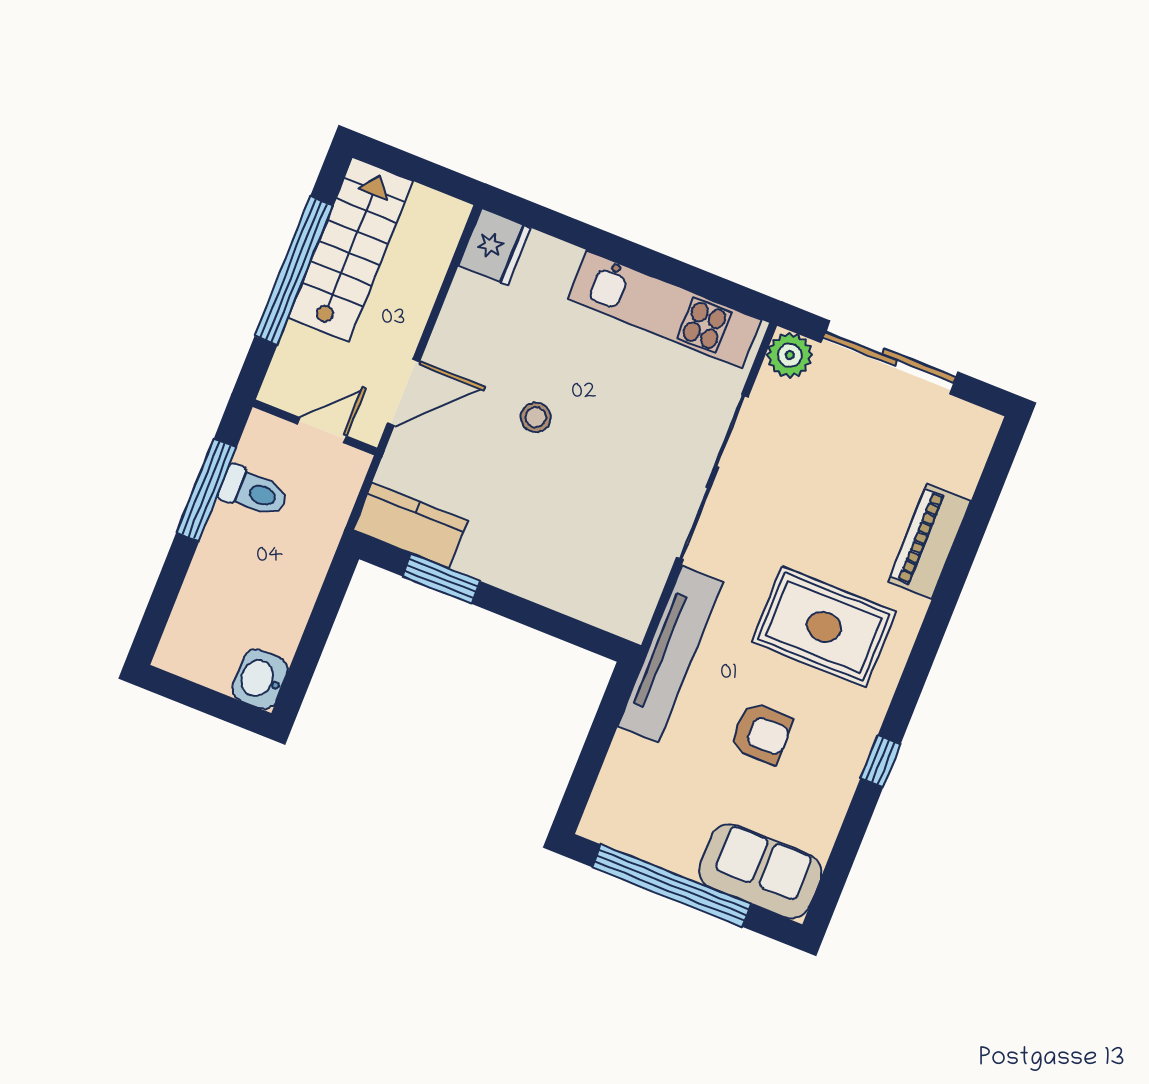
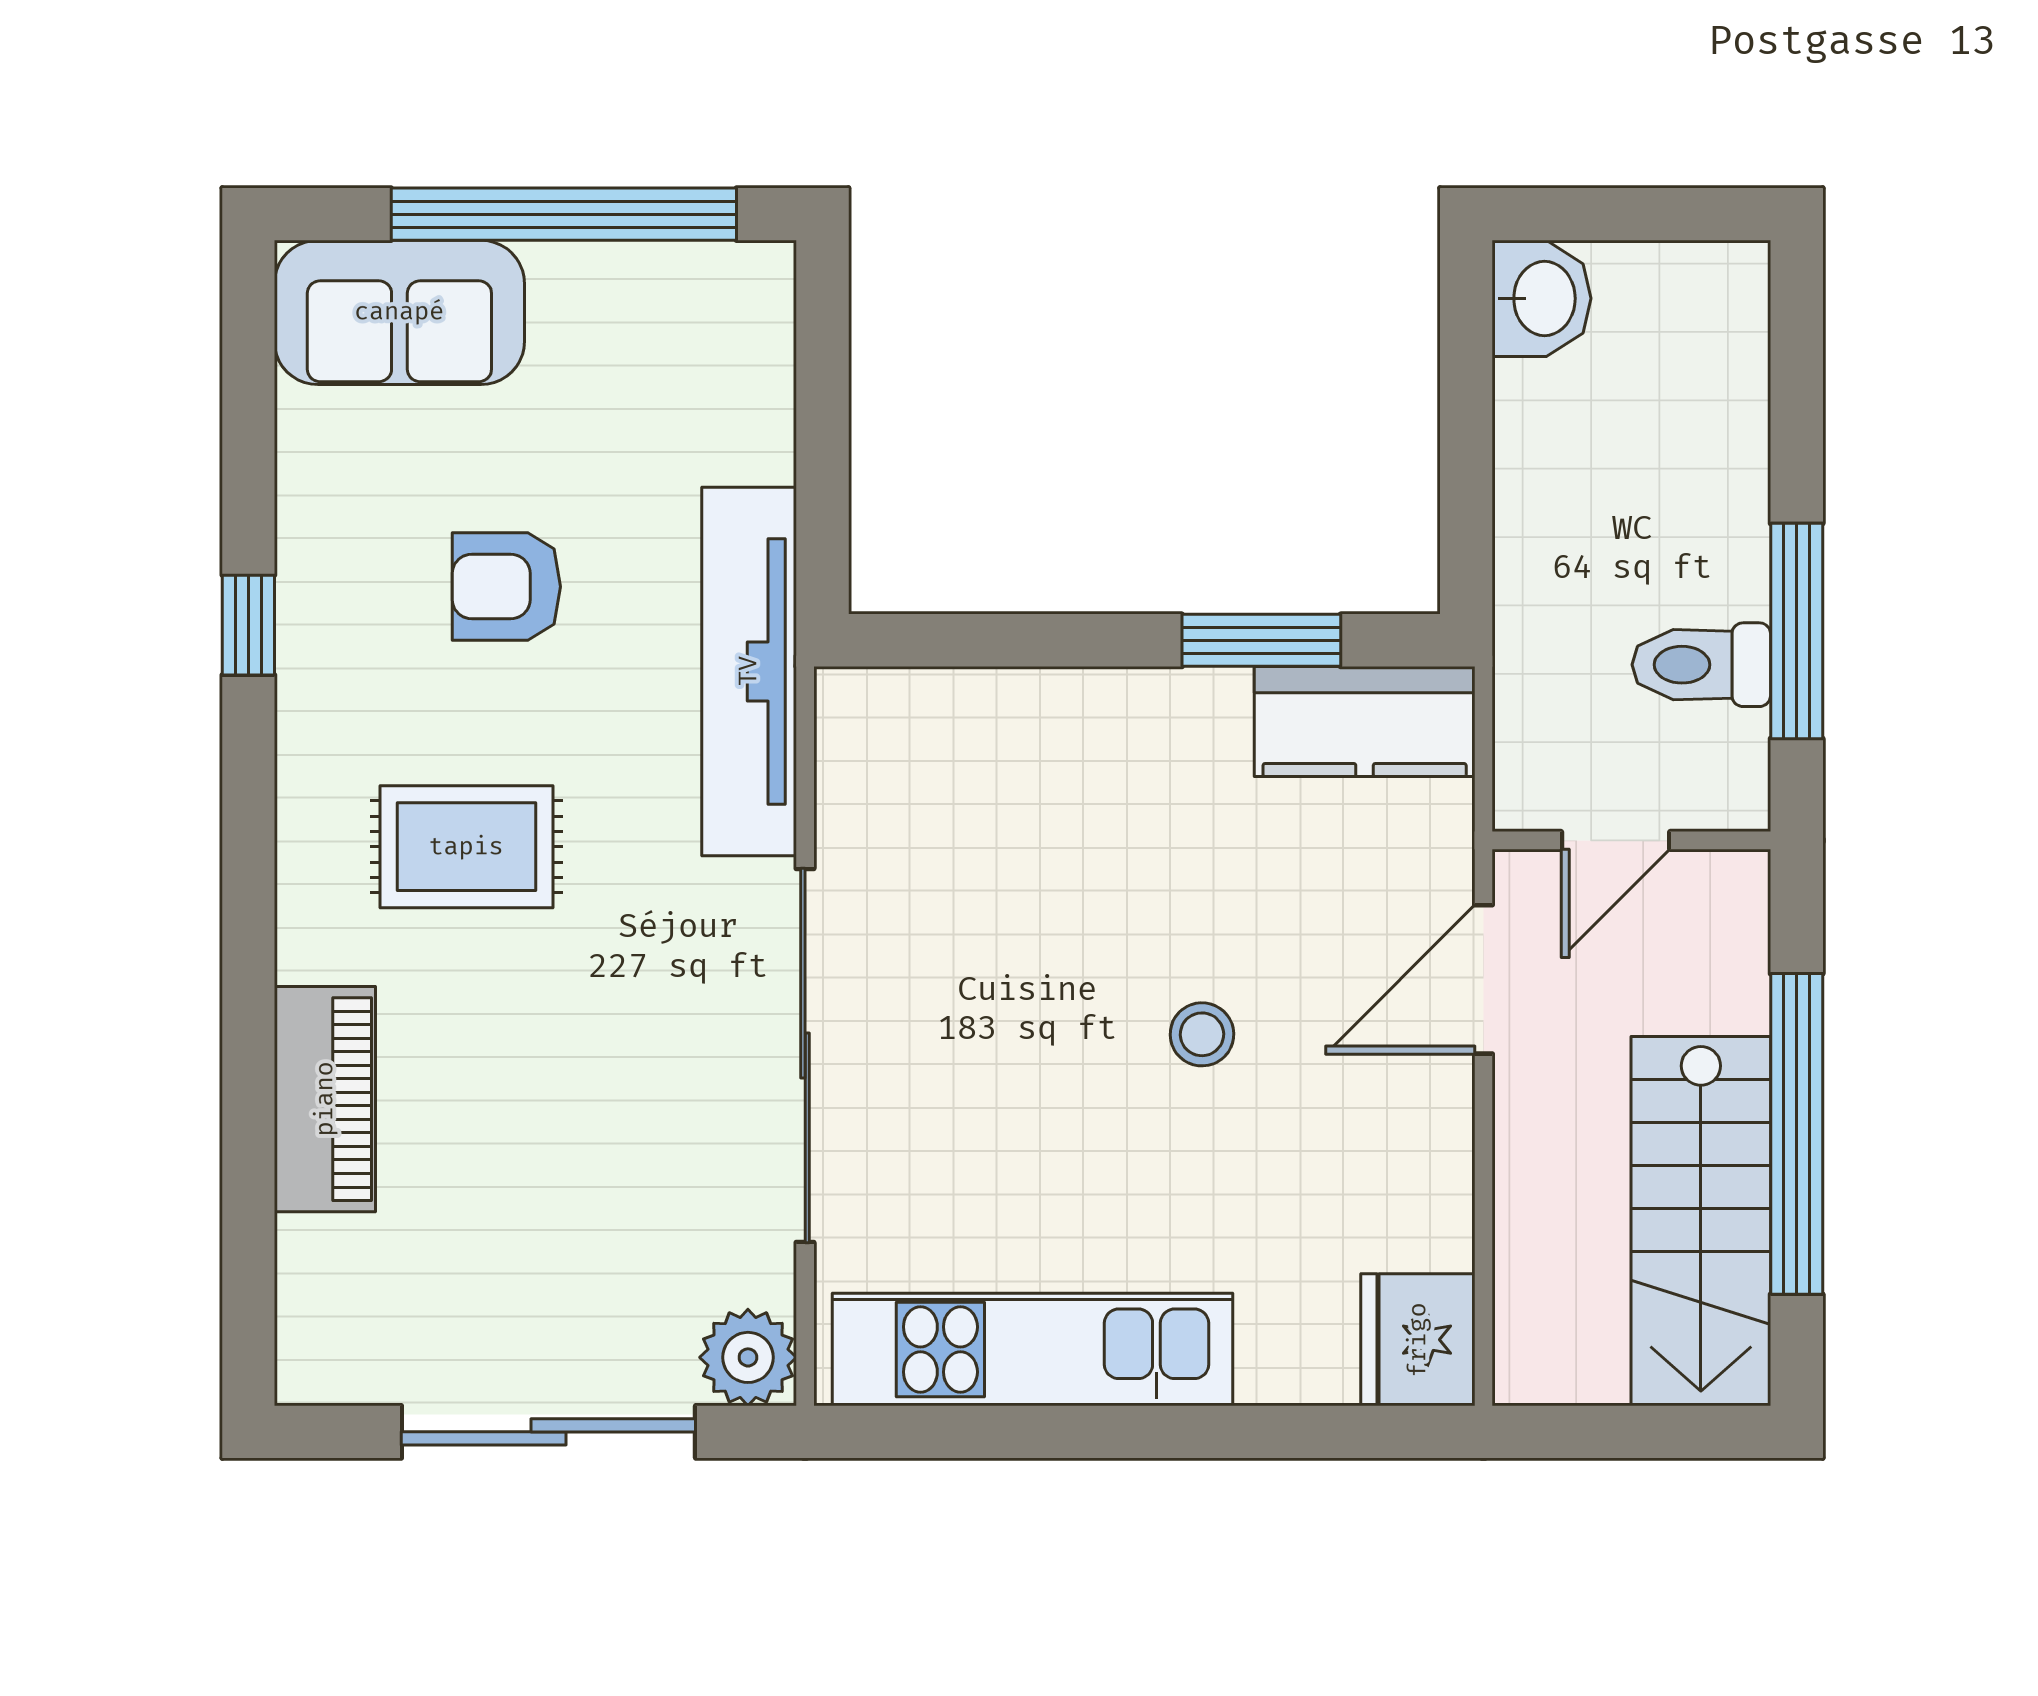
rug: (824, 627) -> (466, 847), width x0.73, depth x0.70

